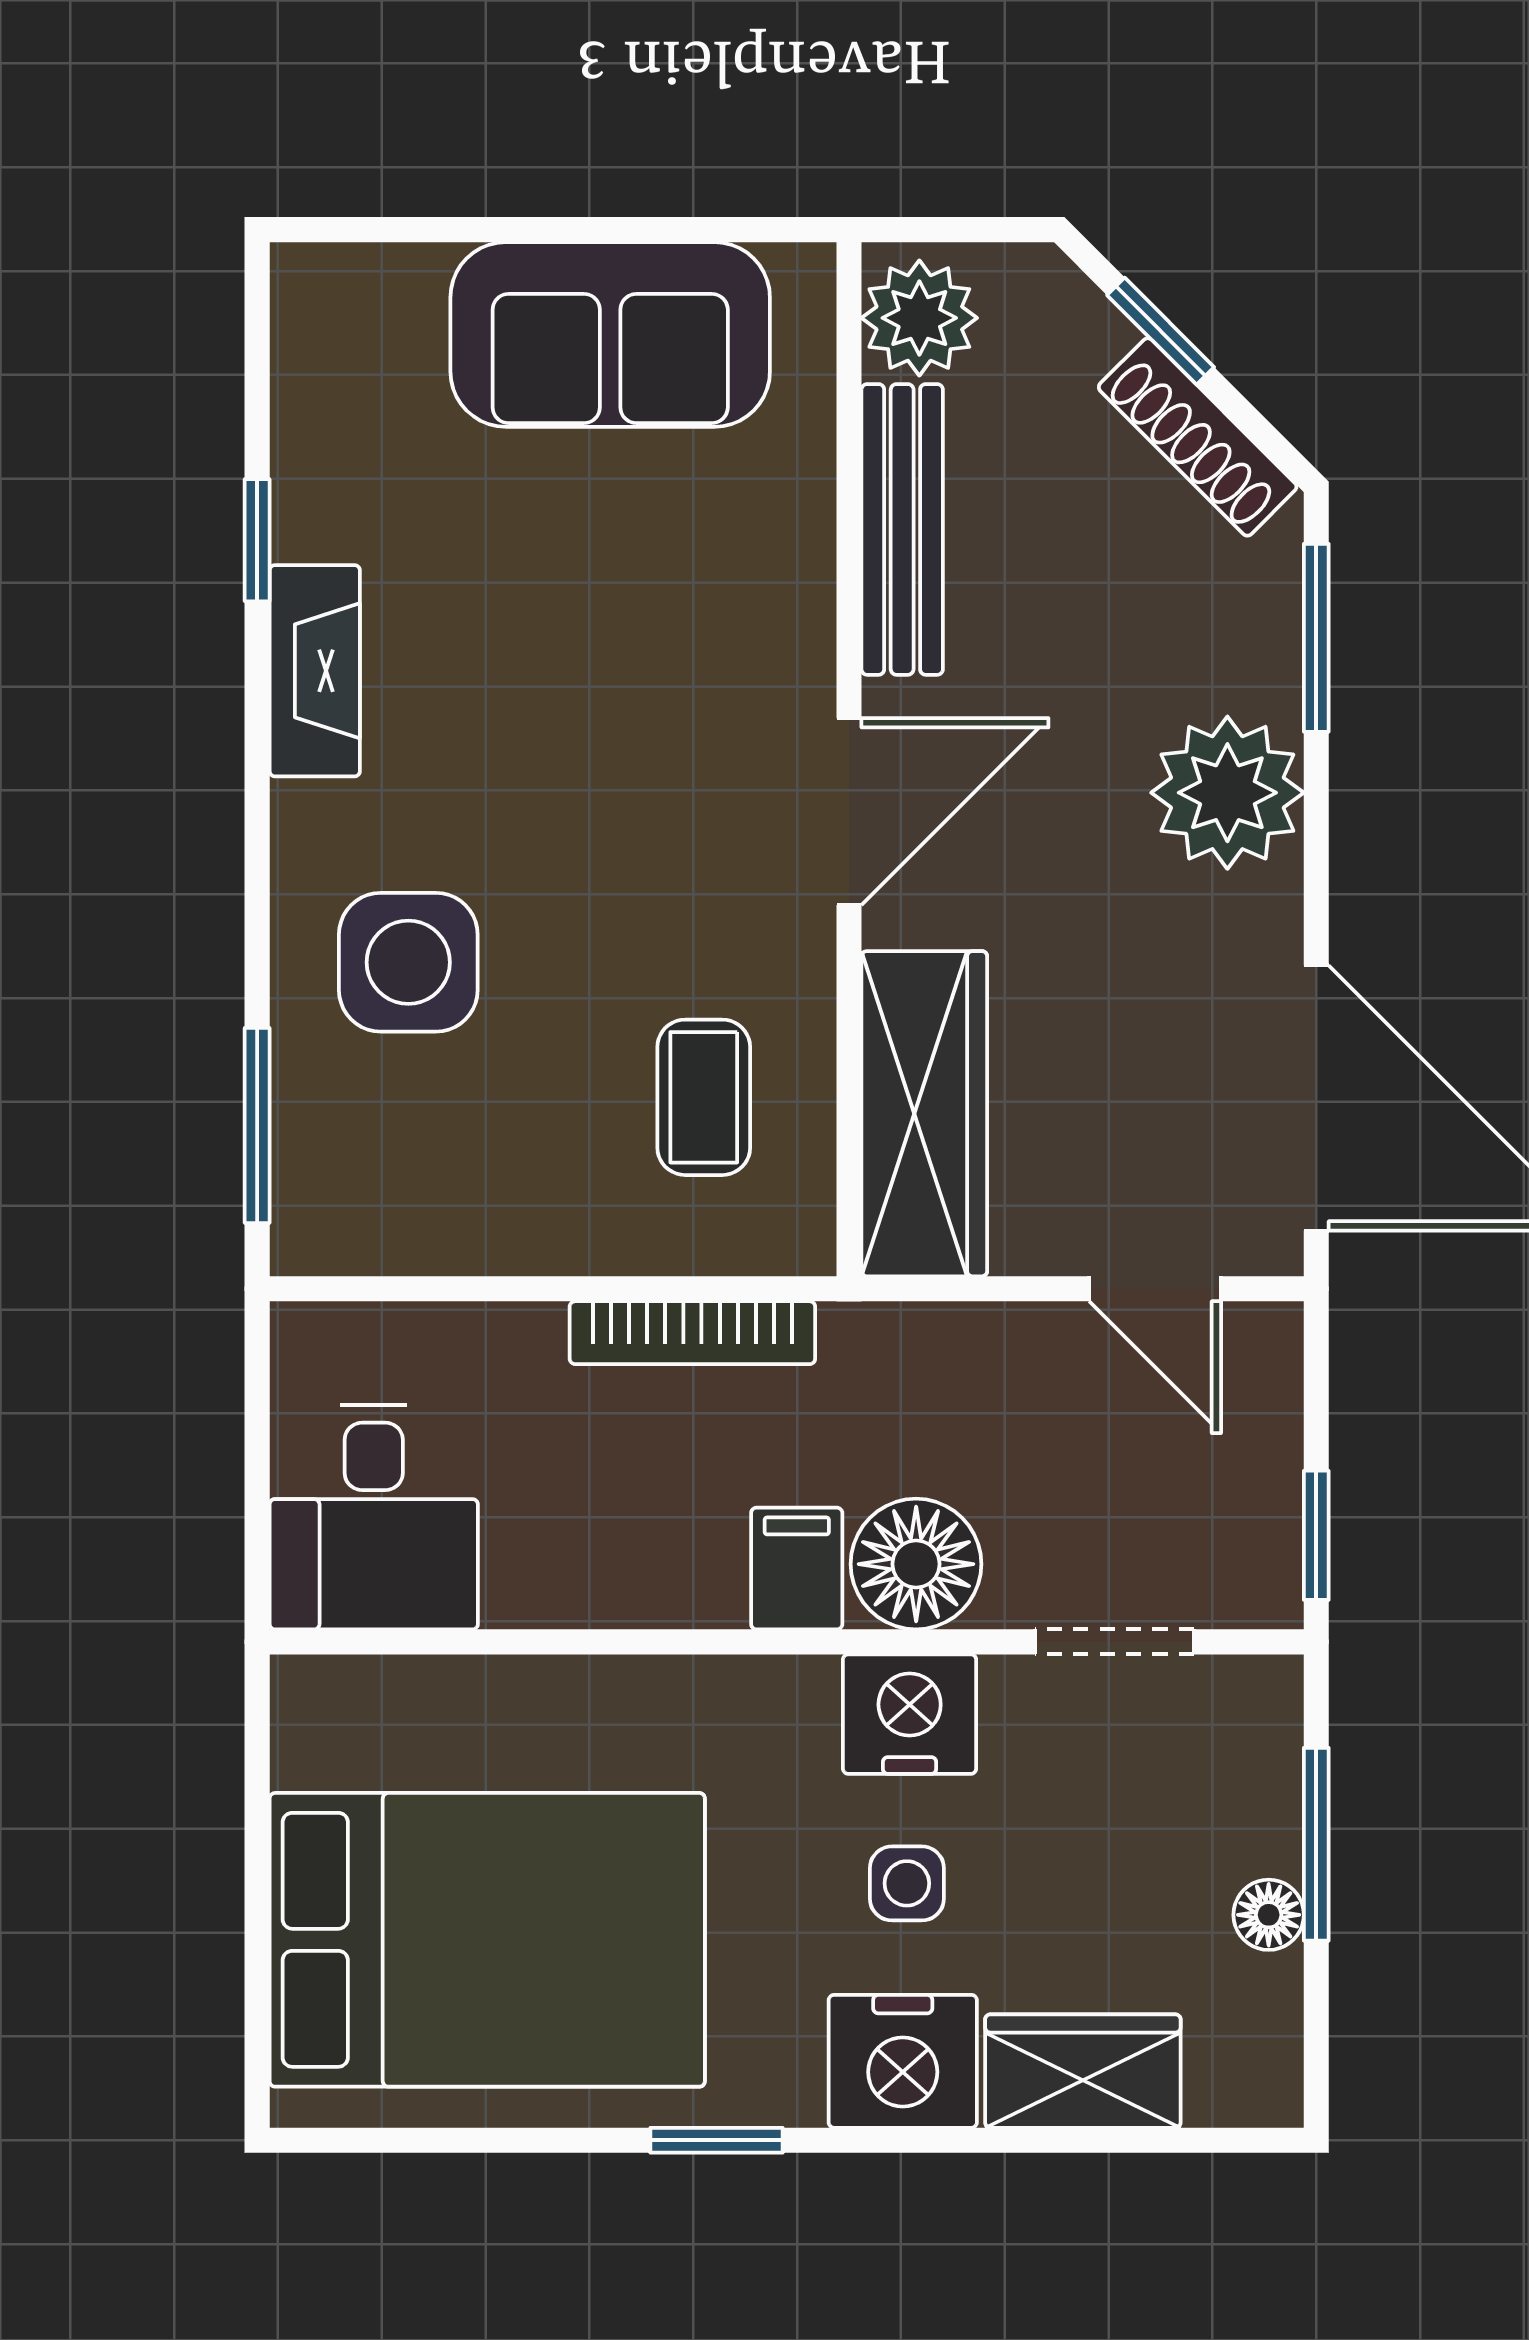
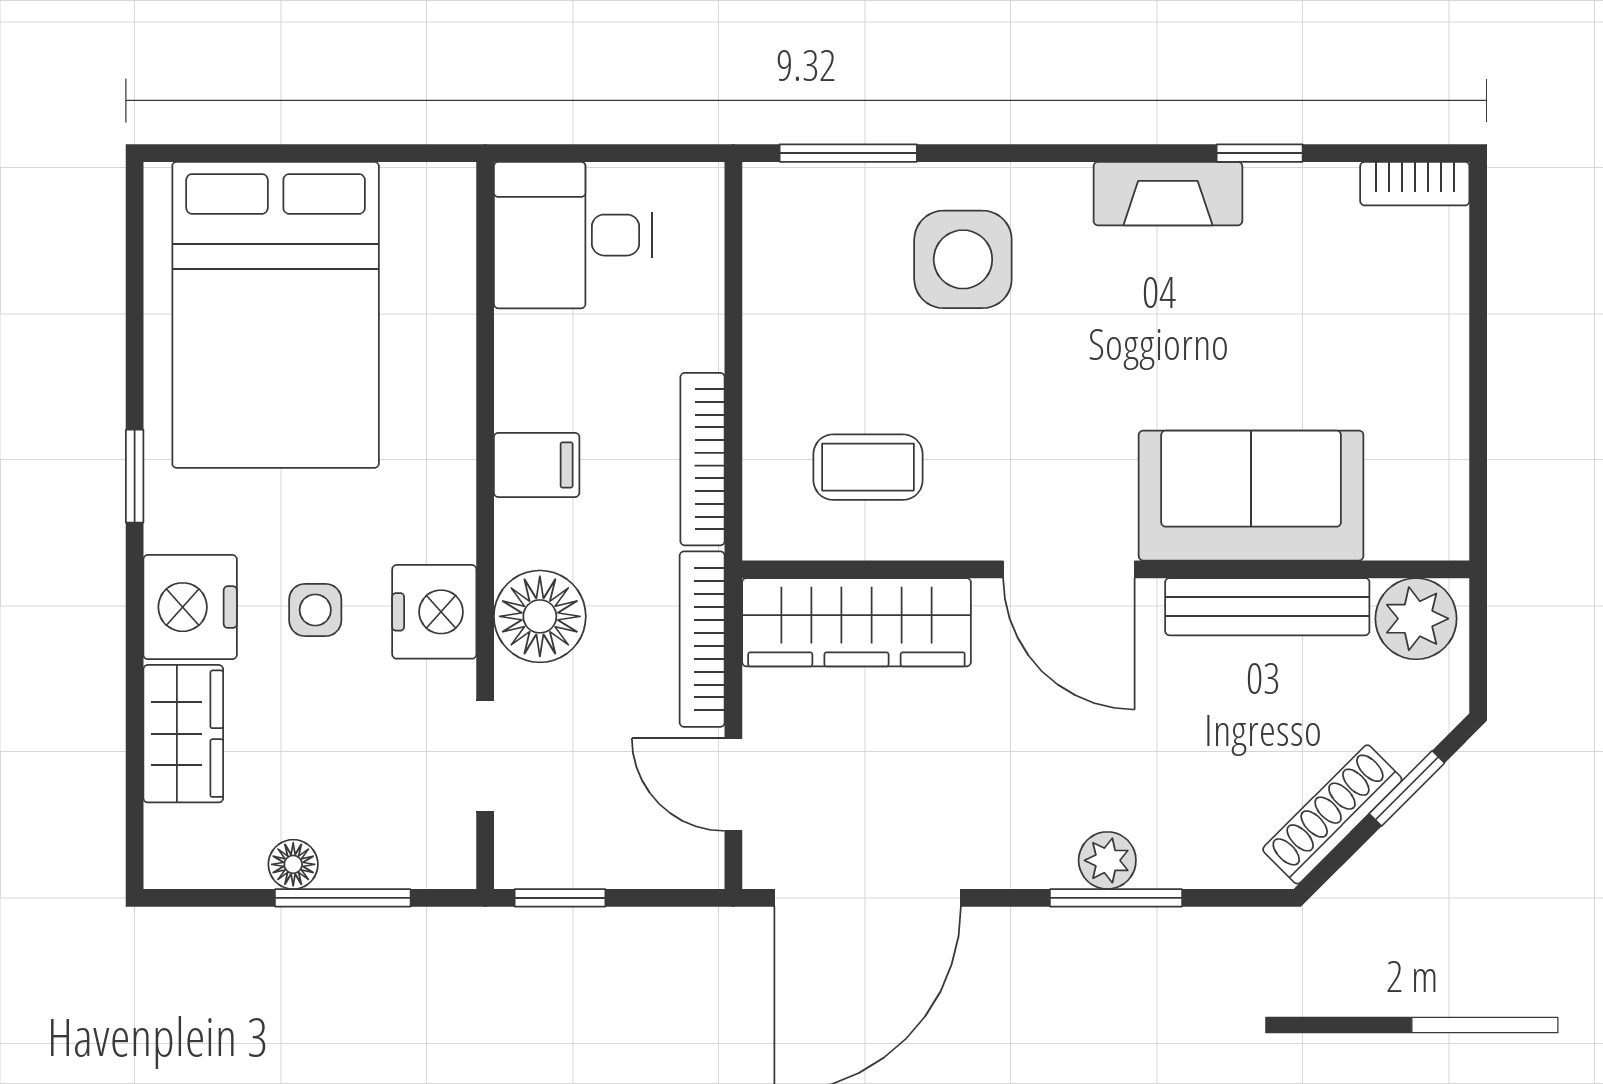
bookcase: (301, 320) -> (1415, 184), added
sofa: (610, 334) -> (1251, 496), moved, turned 90
window: (1316, 638) -> (1116, 898), moved
plant: (1227, 793) -> (1107, 860), width x0.53, depth x0.53
door: (1155, 1289) -> (733, 785), hinge flipped
bookcase: (948, 1333) -> (702, 639), added
filing cabinet: (797, 1569) -> (537, 465), moved

